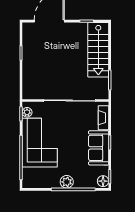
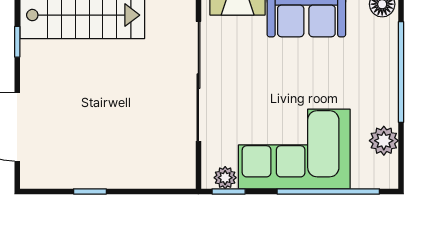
plant: (67, 182) -> (384, 141), moved

